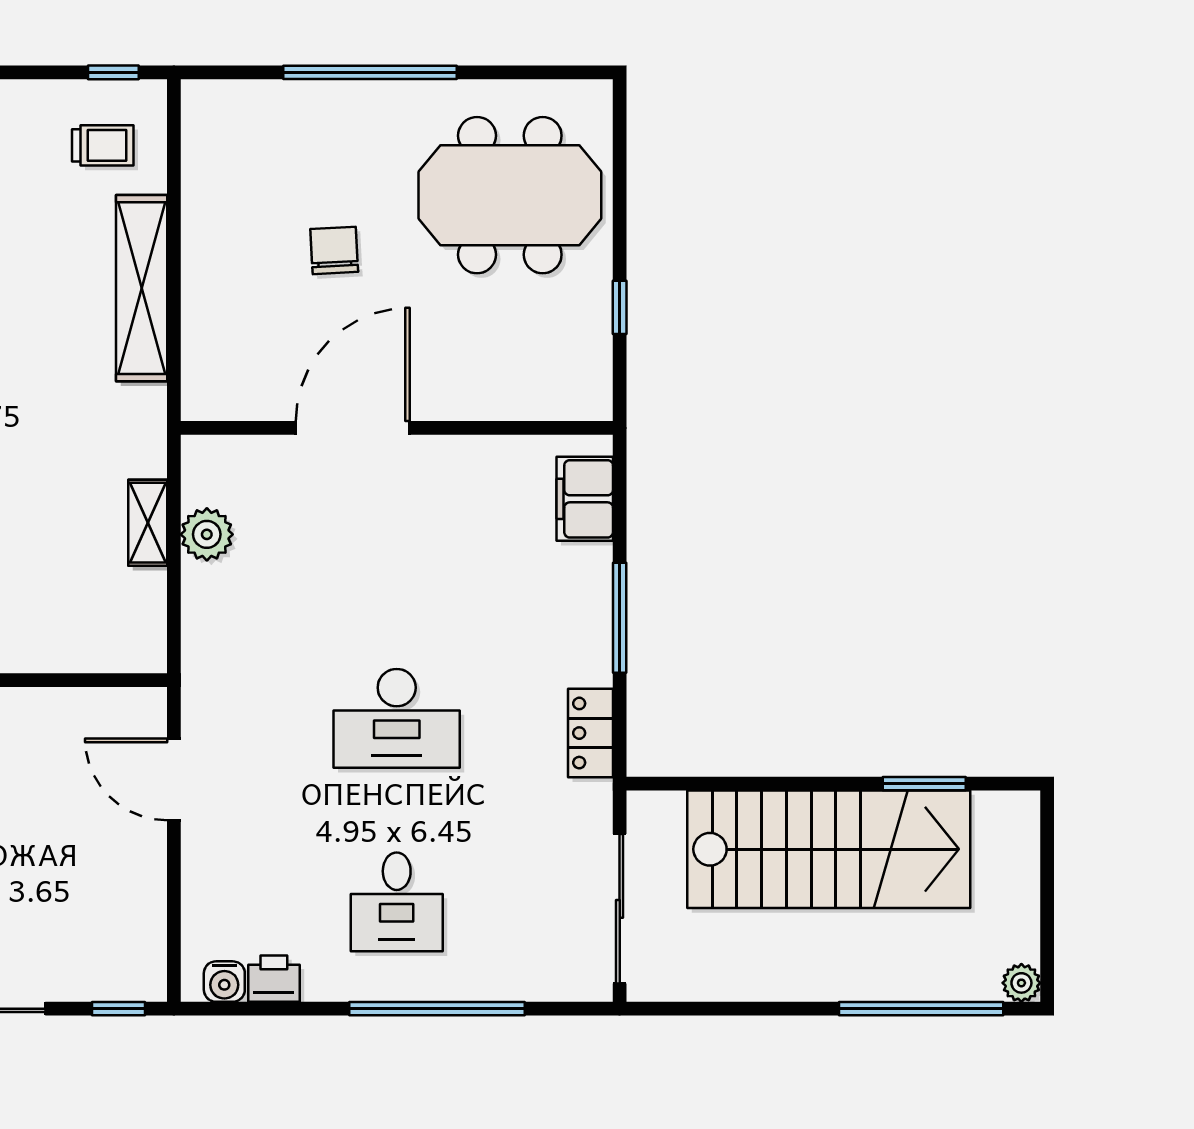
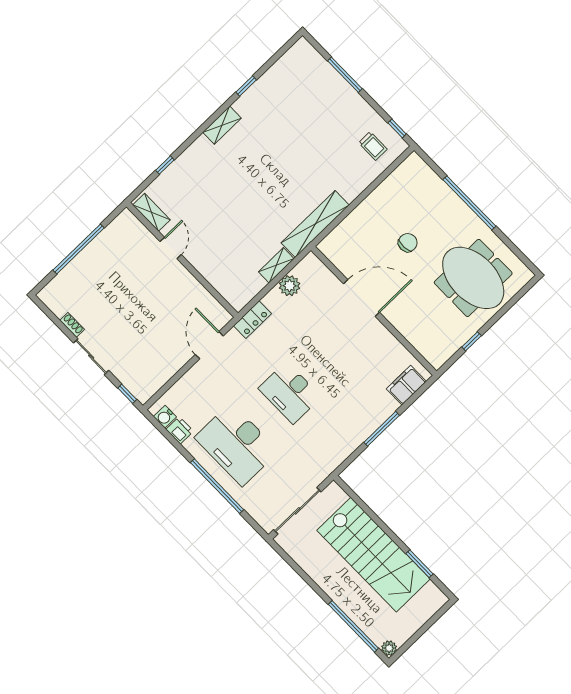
shelving: (142, 288) -> (315, 224), moved
locker: (590, 733) -> (252, 320), moved, turned 180
desk: (397, 902) -> (237, 444), width x1.87, depth x1.30

